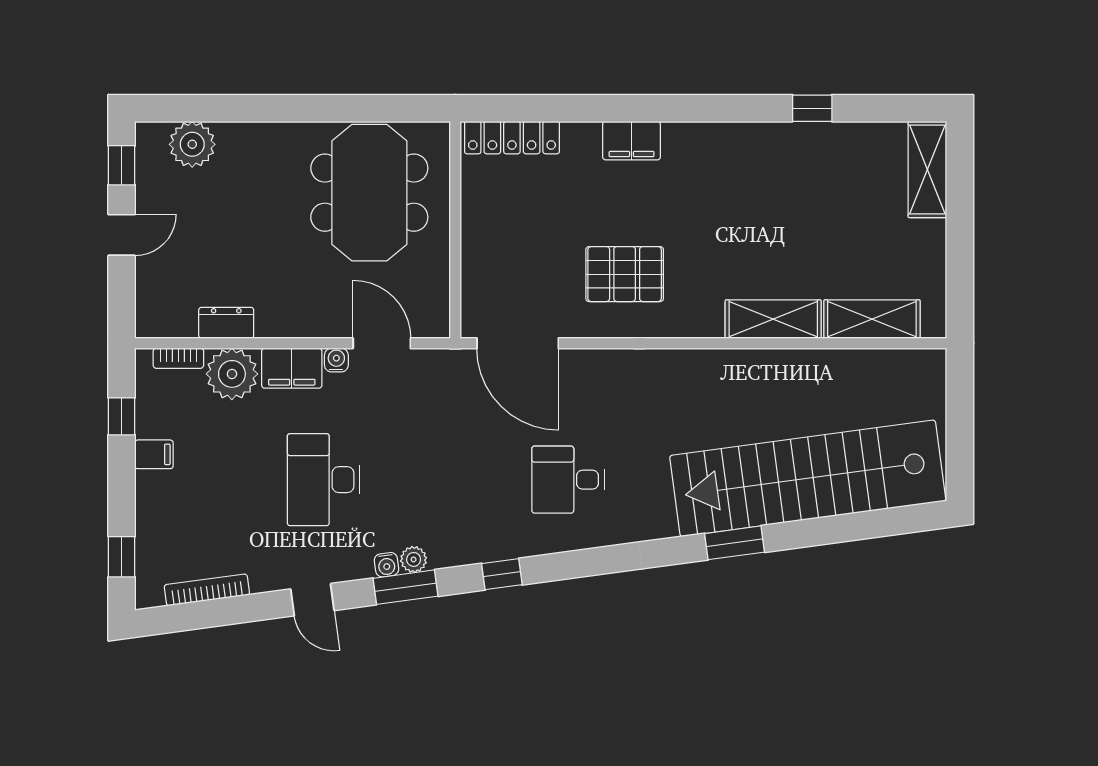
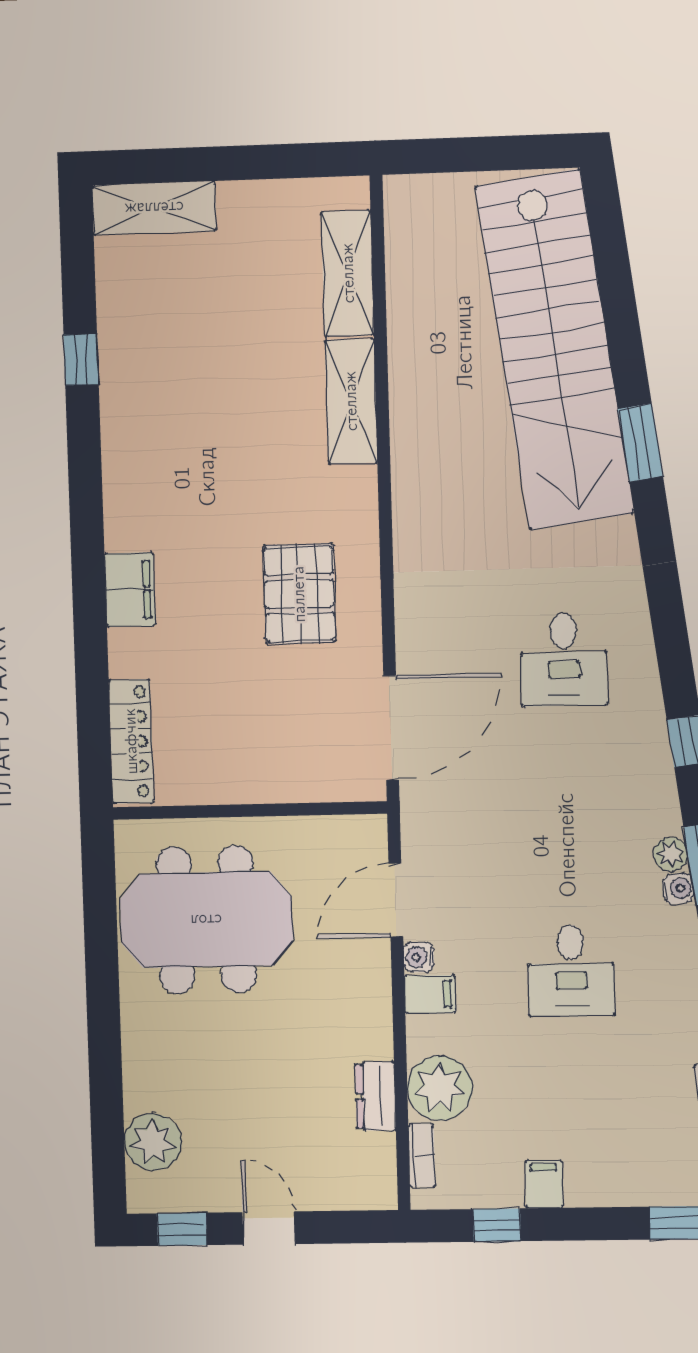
filing cabinet: (292, 368) -> (430, 994), width x0.50
desk: (323, 480) -> (571, 971), width x0.73

